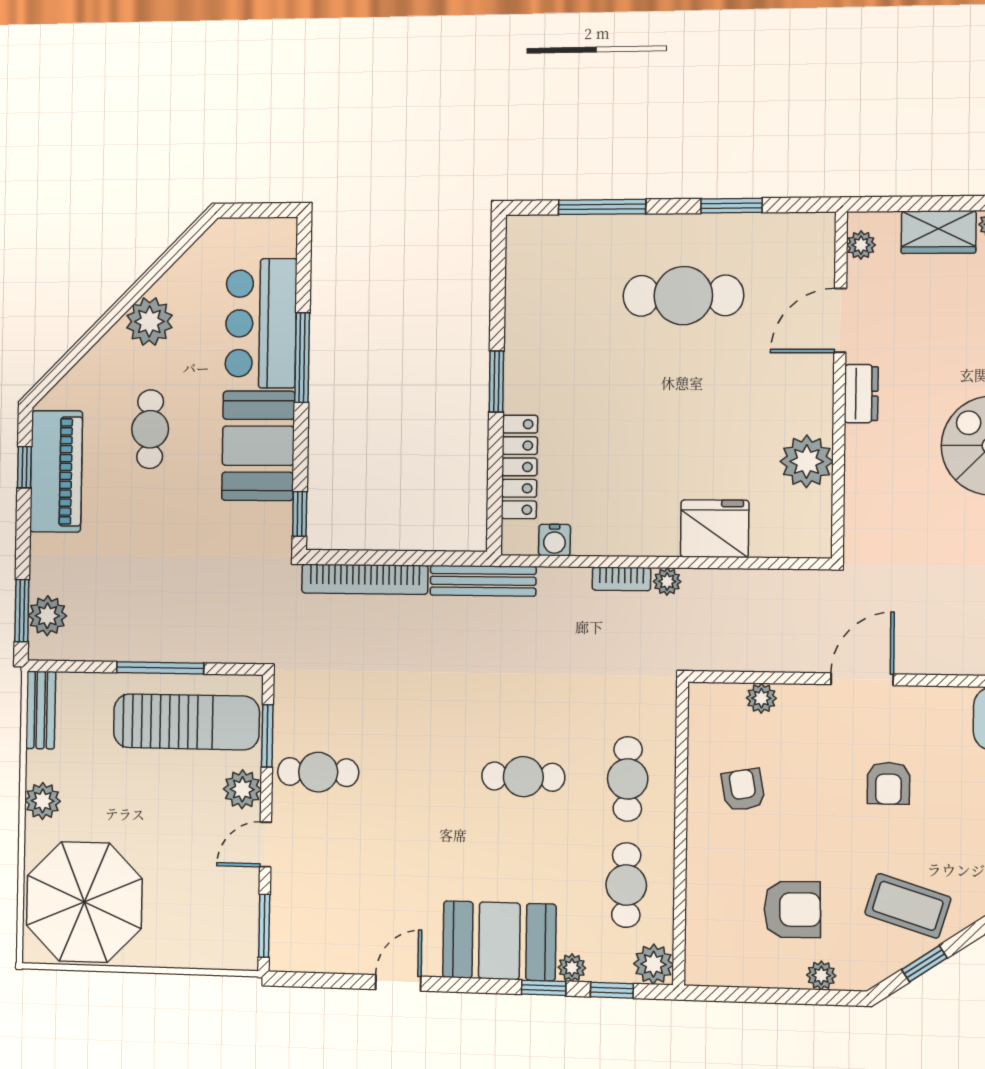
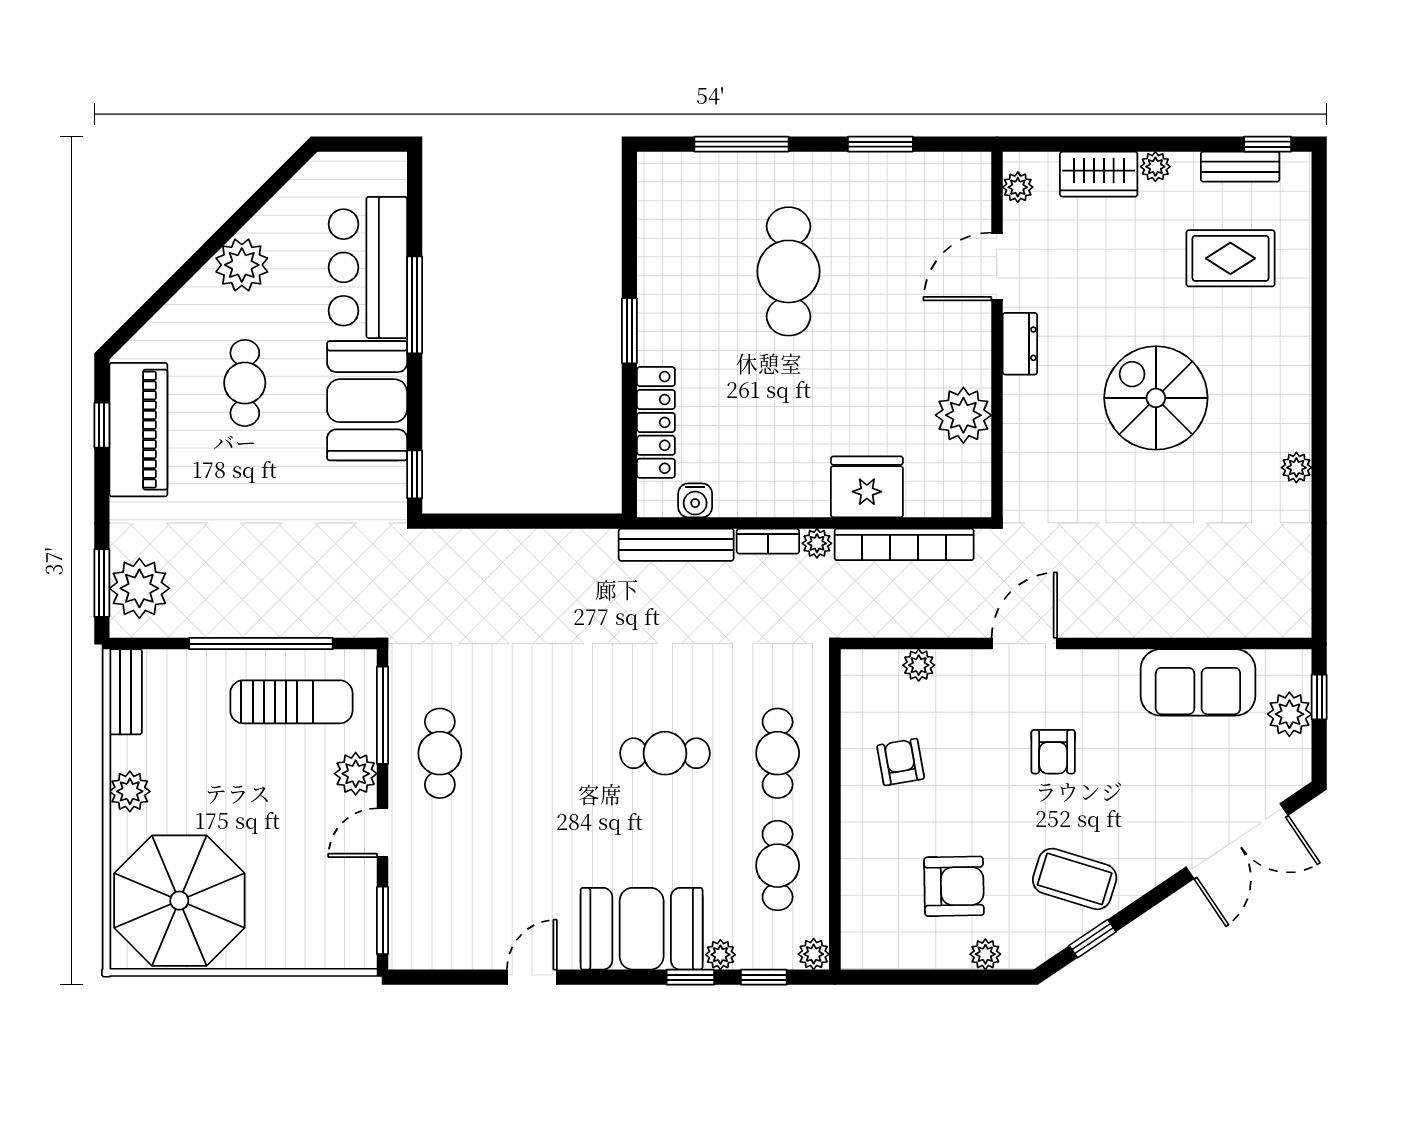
cafe table: (683, 296) -> (788, 271), moved, turned 90
bookcase: (365, 579) -> (904, 544), moved
bench: (483, 581) -> (676, 545), moved
plant: (47, 616) -> (139, 588), width x1.36, depth x1.36
window: (160, 668) -> (261, 644), width x1.46
sun lounger: (186, 722) -> (291, 702), width x0.73, depth x0.75
window: (267, 736) -> (383, 715), width x1.44
cafe table: (318, 772) -> (440, 753), turned 90
plant: (653, 964) -> (814, 954), width x0.73, depth x0.73

